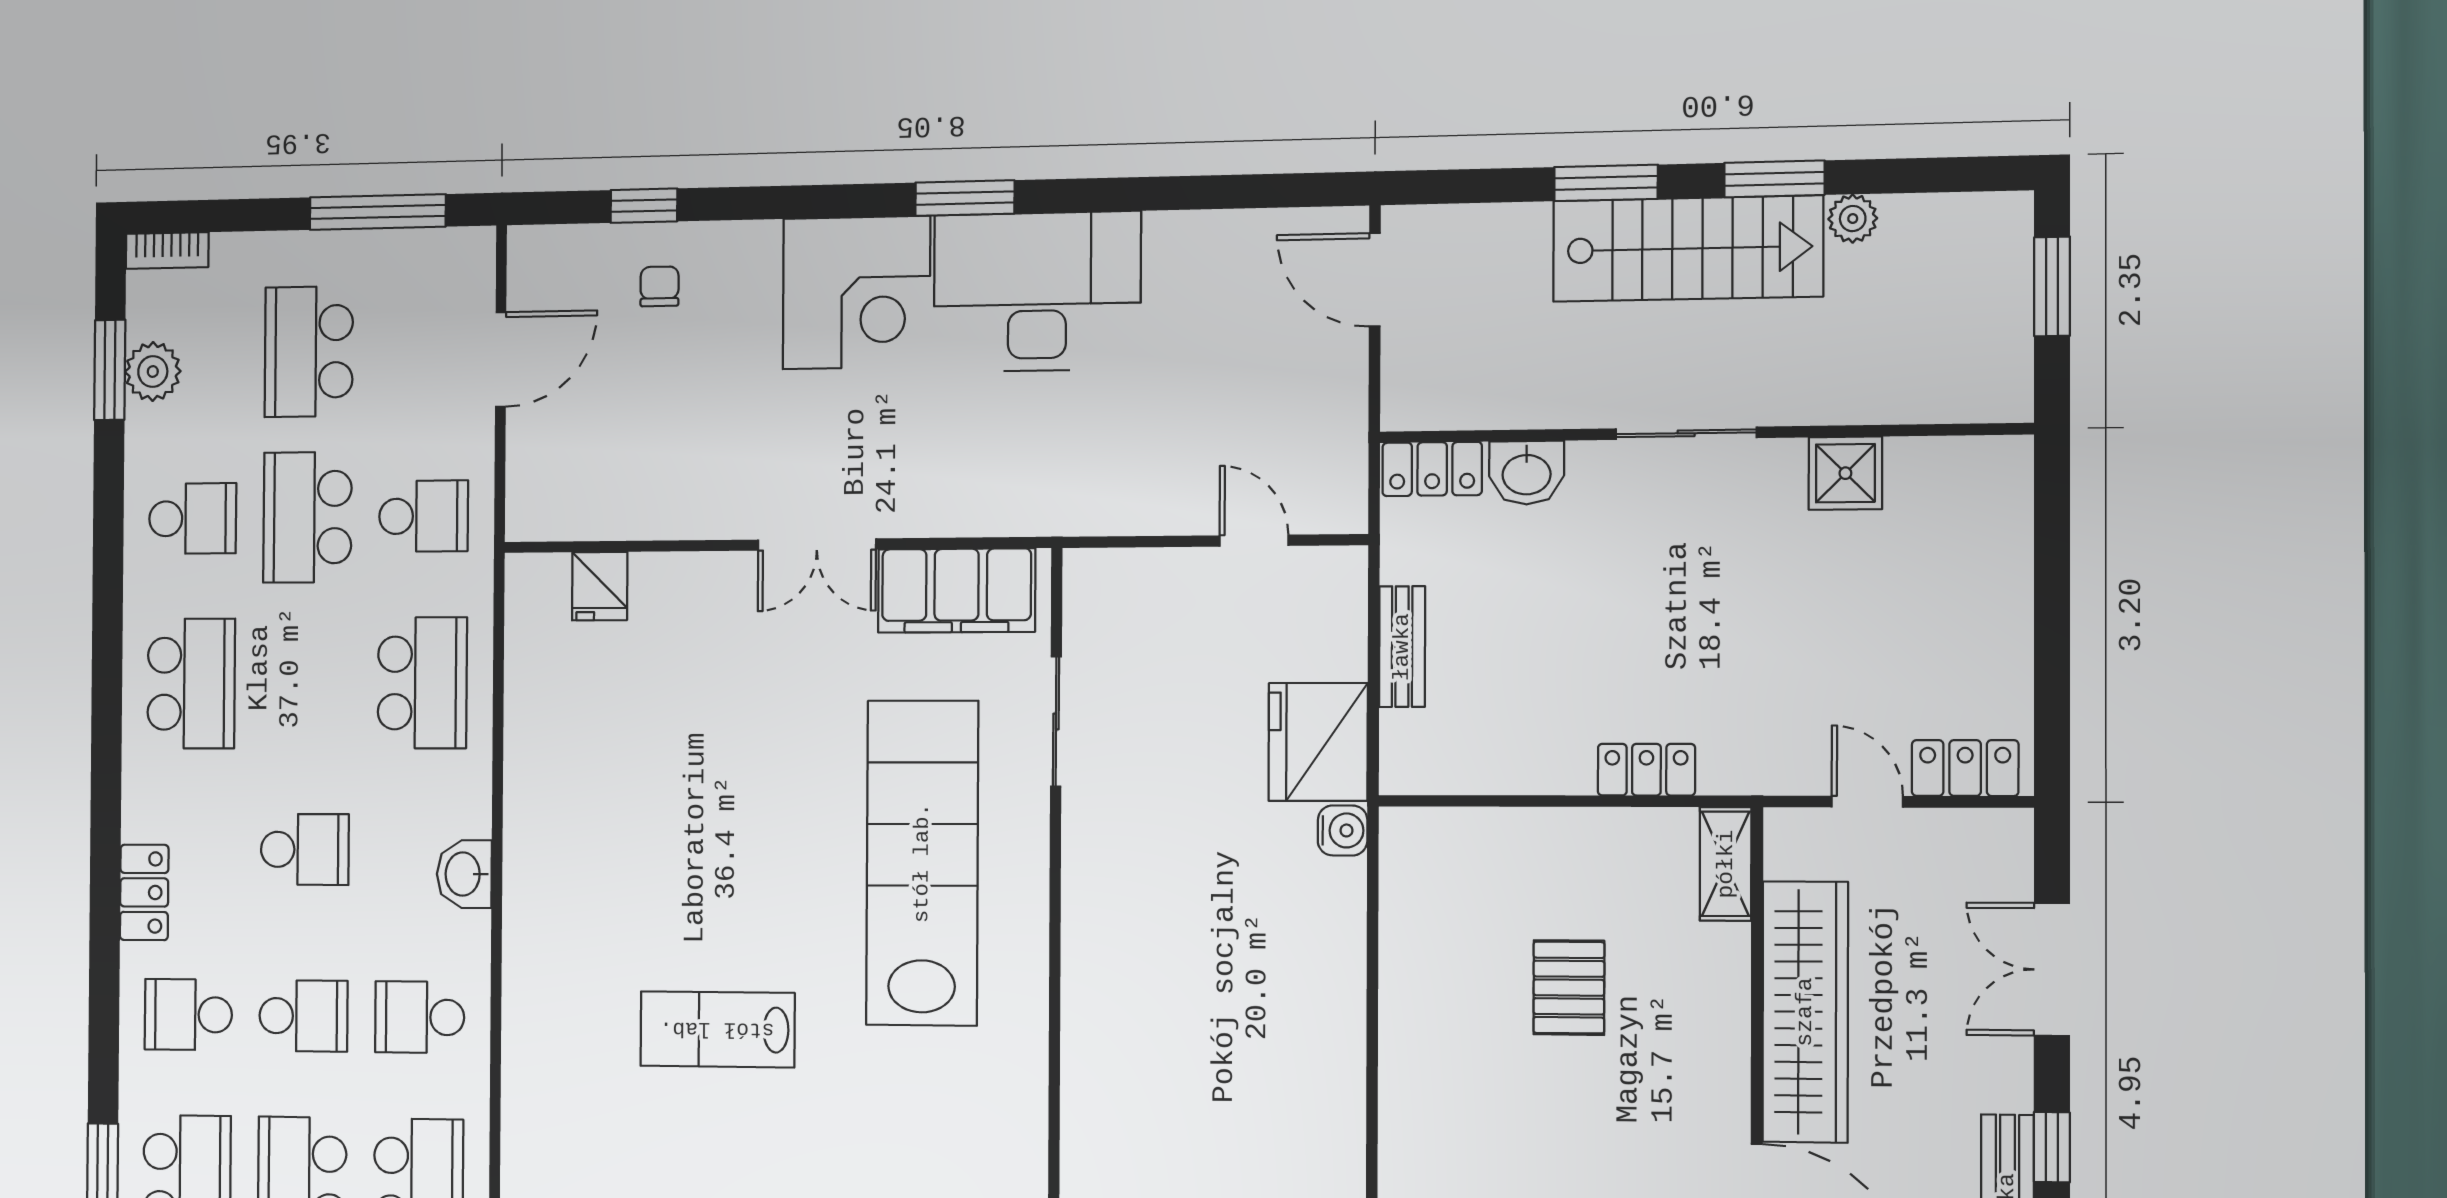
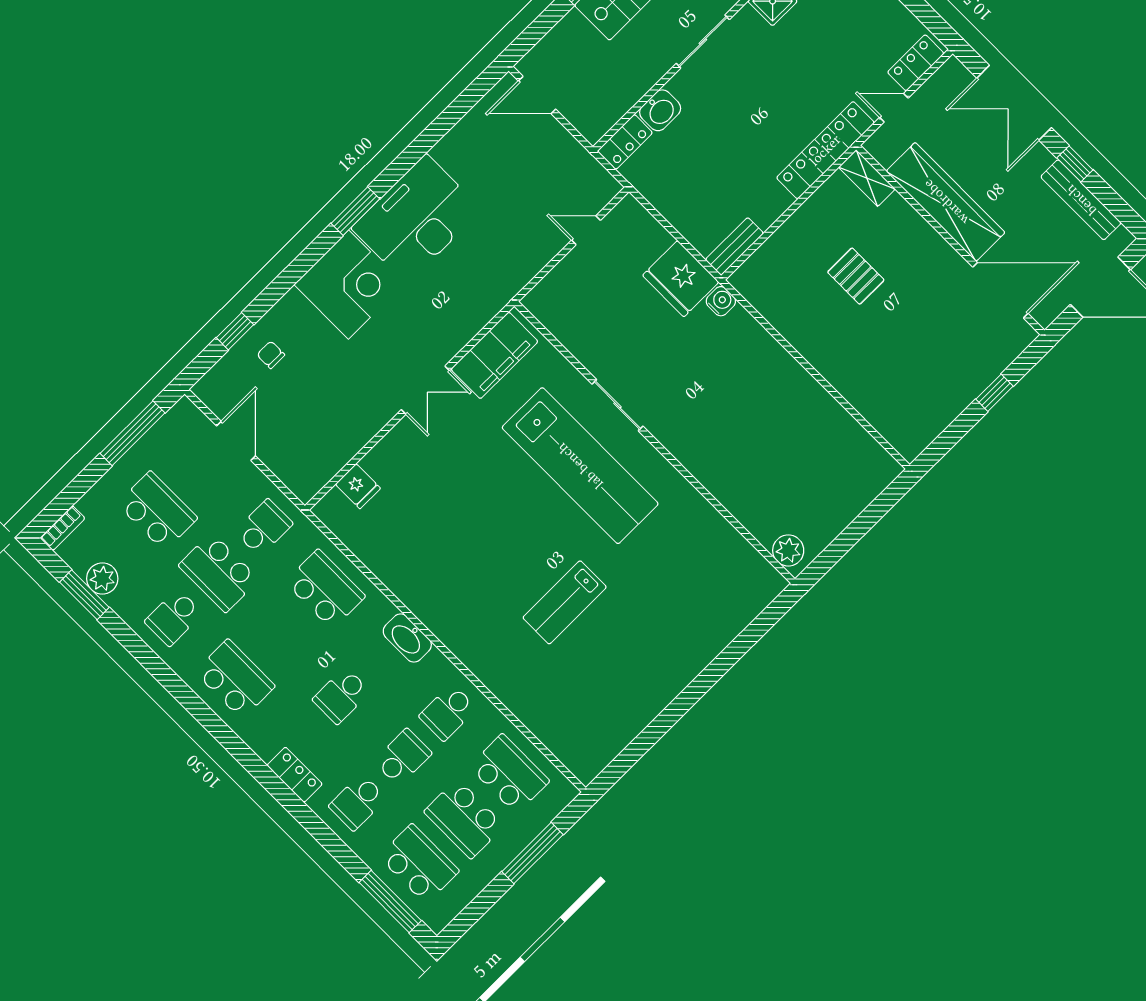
school desk: (309, 352) -> (157, 511), turned 180
school desk: (193, 519) -> (174, 617), turned 180
bench: (1402, 647) -> (734, 246), moved, turned 90
sliding door: (1056, 721) -> (617, 405), moved
locker: (1646, 770) -> (825, 150), width x2.16, depth x1.21
school desk: (305, 849) -> (341, 696), turned 180
lab bench: (922, 863) -> (580, 466), turned 180
washbasin: (464, 874) -> (407, 638), width x1.38
double door: (2052, 969) -> (1014, 103), width x1.37

